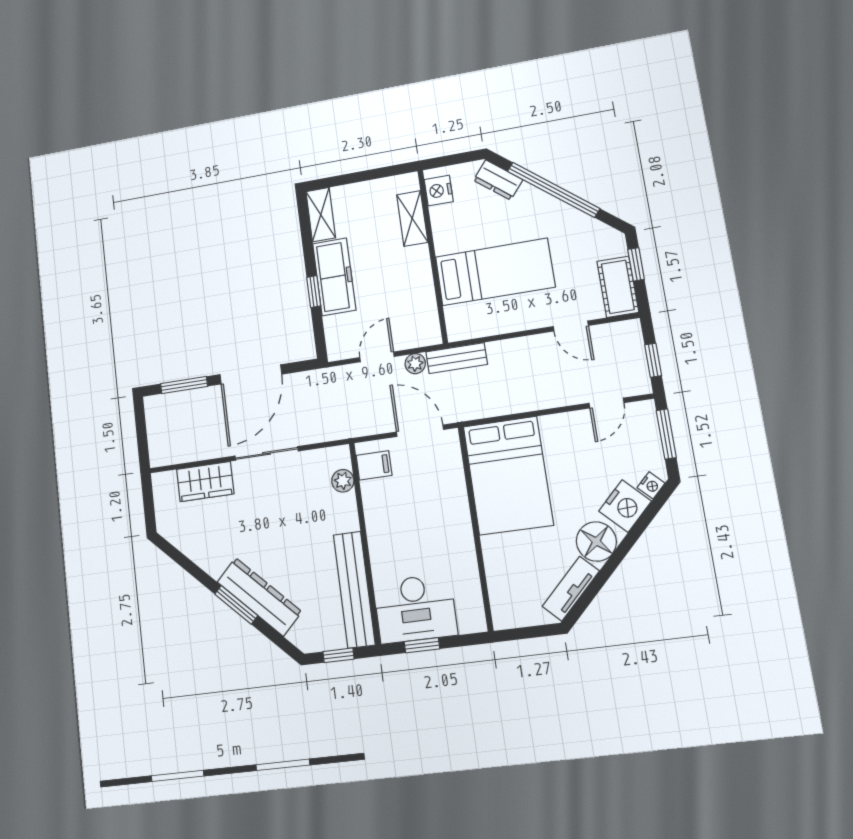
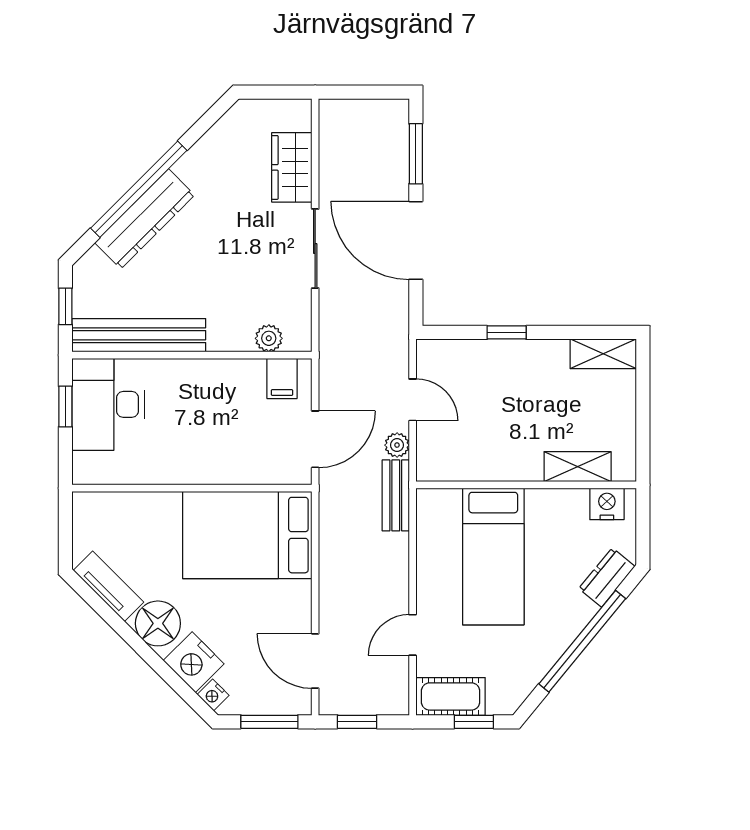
freezer: (334, 277) -> (521, 360), removed
door: (607, 403) -> (315, 661), width x1.38
window: (236, 605) -> (139, 189), width x2.11

